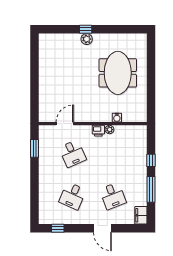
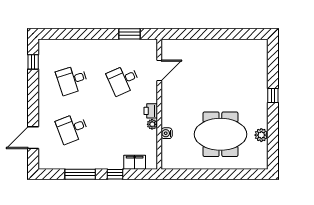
plant: (87, 39) -> (261, 135), moved
door: (65, 124) -> (159, 71), hinge flipped
desk: (73, 196) -> (72, 80), turned -42
filing cabinet: (141, 215) -> (135, 162), moved
door: (102, 228) -> (33, 138), moved

